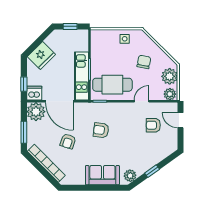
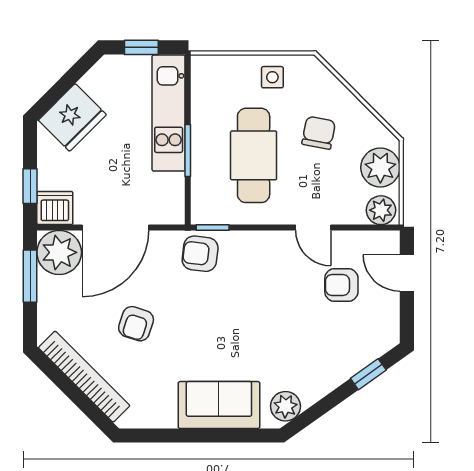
kitchen unit: (81, 76) -> (169, 113), moved
cafe table: (112, 85) -> (254, 155), moved, turned 90
door: (59, 101) -> (115, 228), hinge flipped
door: (142, 101) -> (313, 228), swing flipped
armchair: (101, 130) -> (200, 254), moved
window: (24, 132) -> (30, 276), moved
window: (152, 171) -> (368, 374), moved

